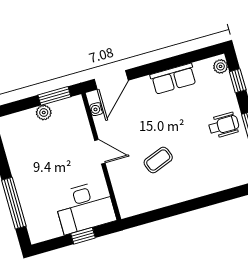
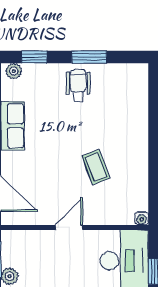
water cooler: (96, 109) -> (142, 218), moved

